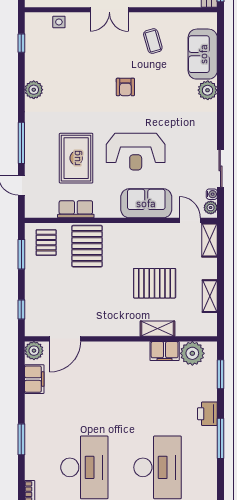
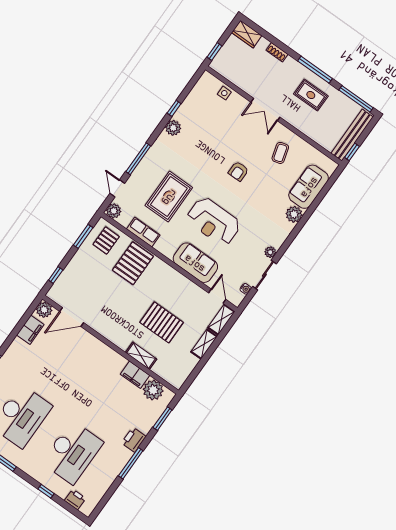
window: (21, 43) -> (174, 108), moved
plant: (211, 208) -> (270, 252), moved
plant: (33, 209) -> (114, 211), added
shelving: (210, 296) -> (204, 344), moved

